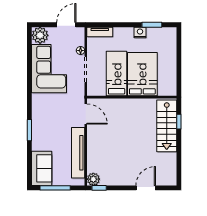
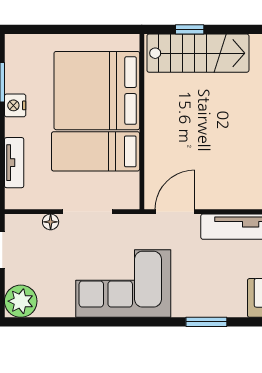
tv unit: (100, 32) -> (14, 163), moved
corner sofa: (49, 69) -> (123, 284), moved
bed: (142, 74) -> (97, 91), width x1.36

